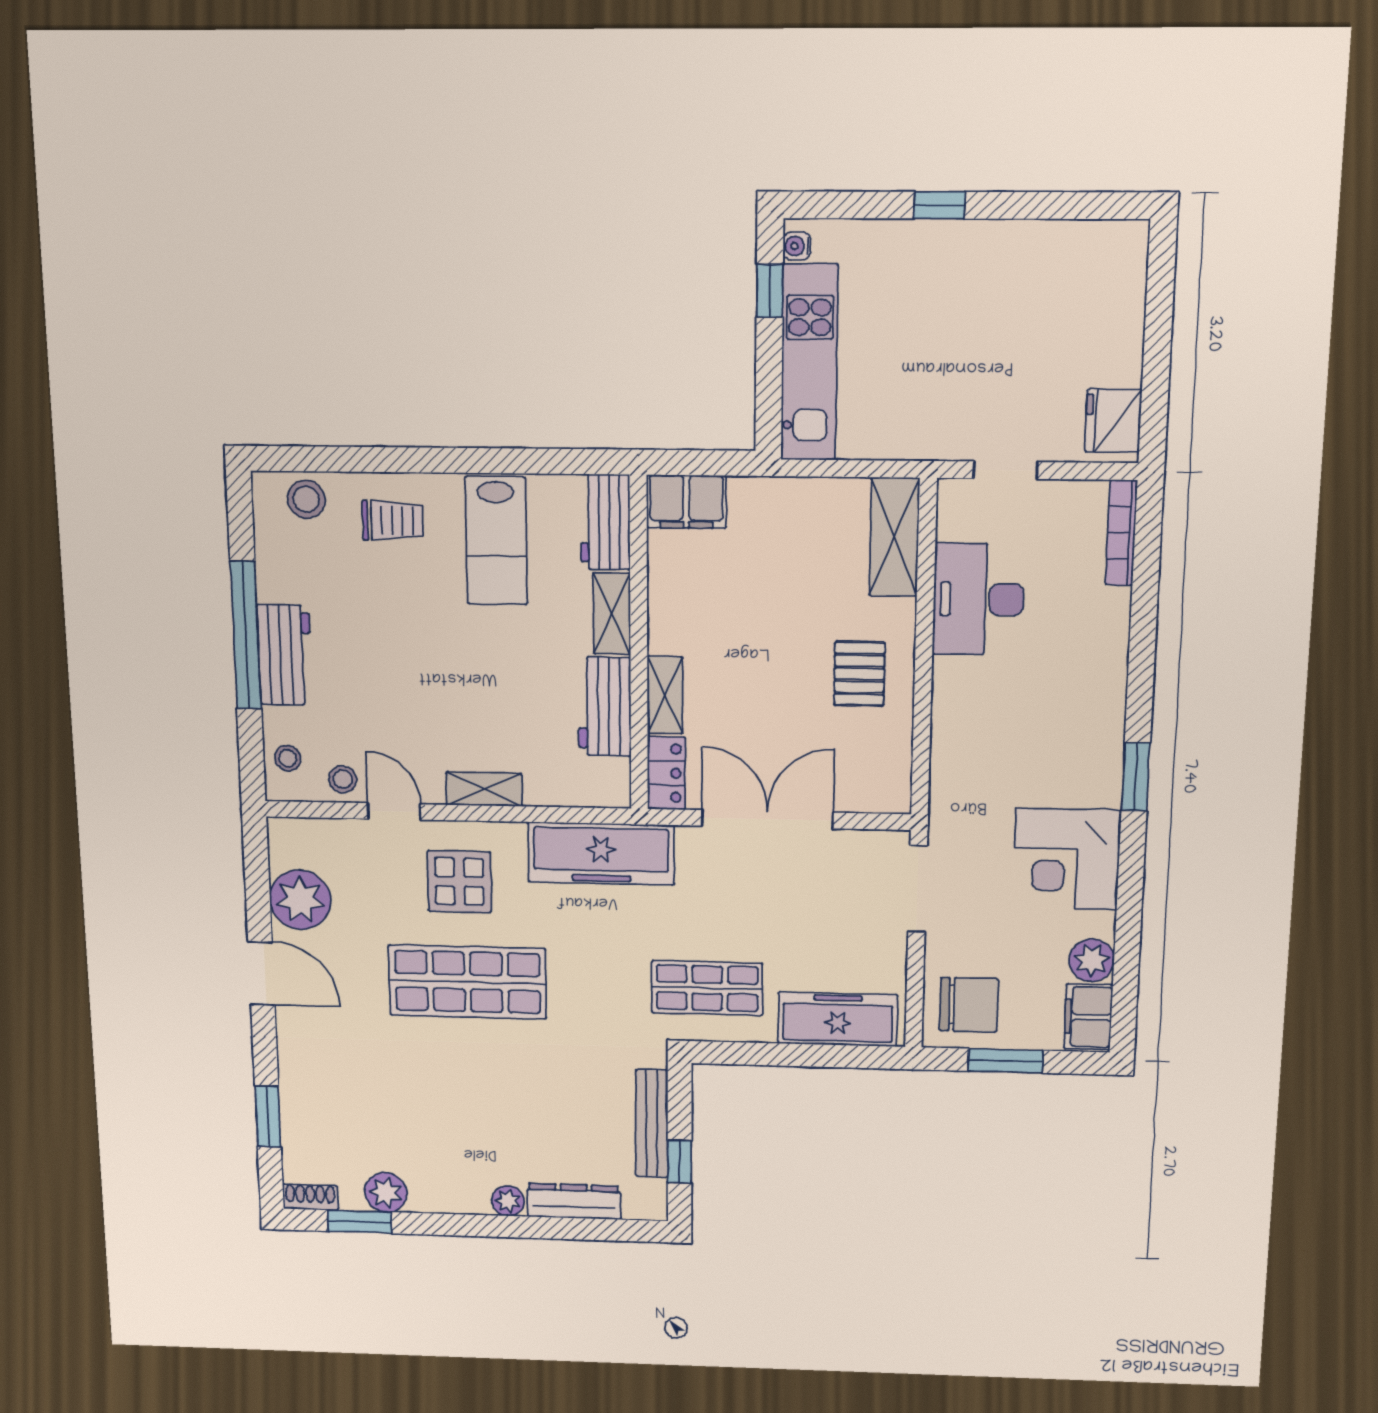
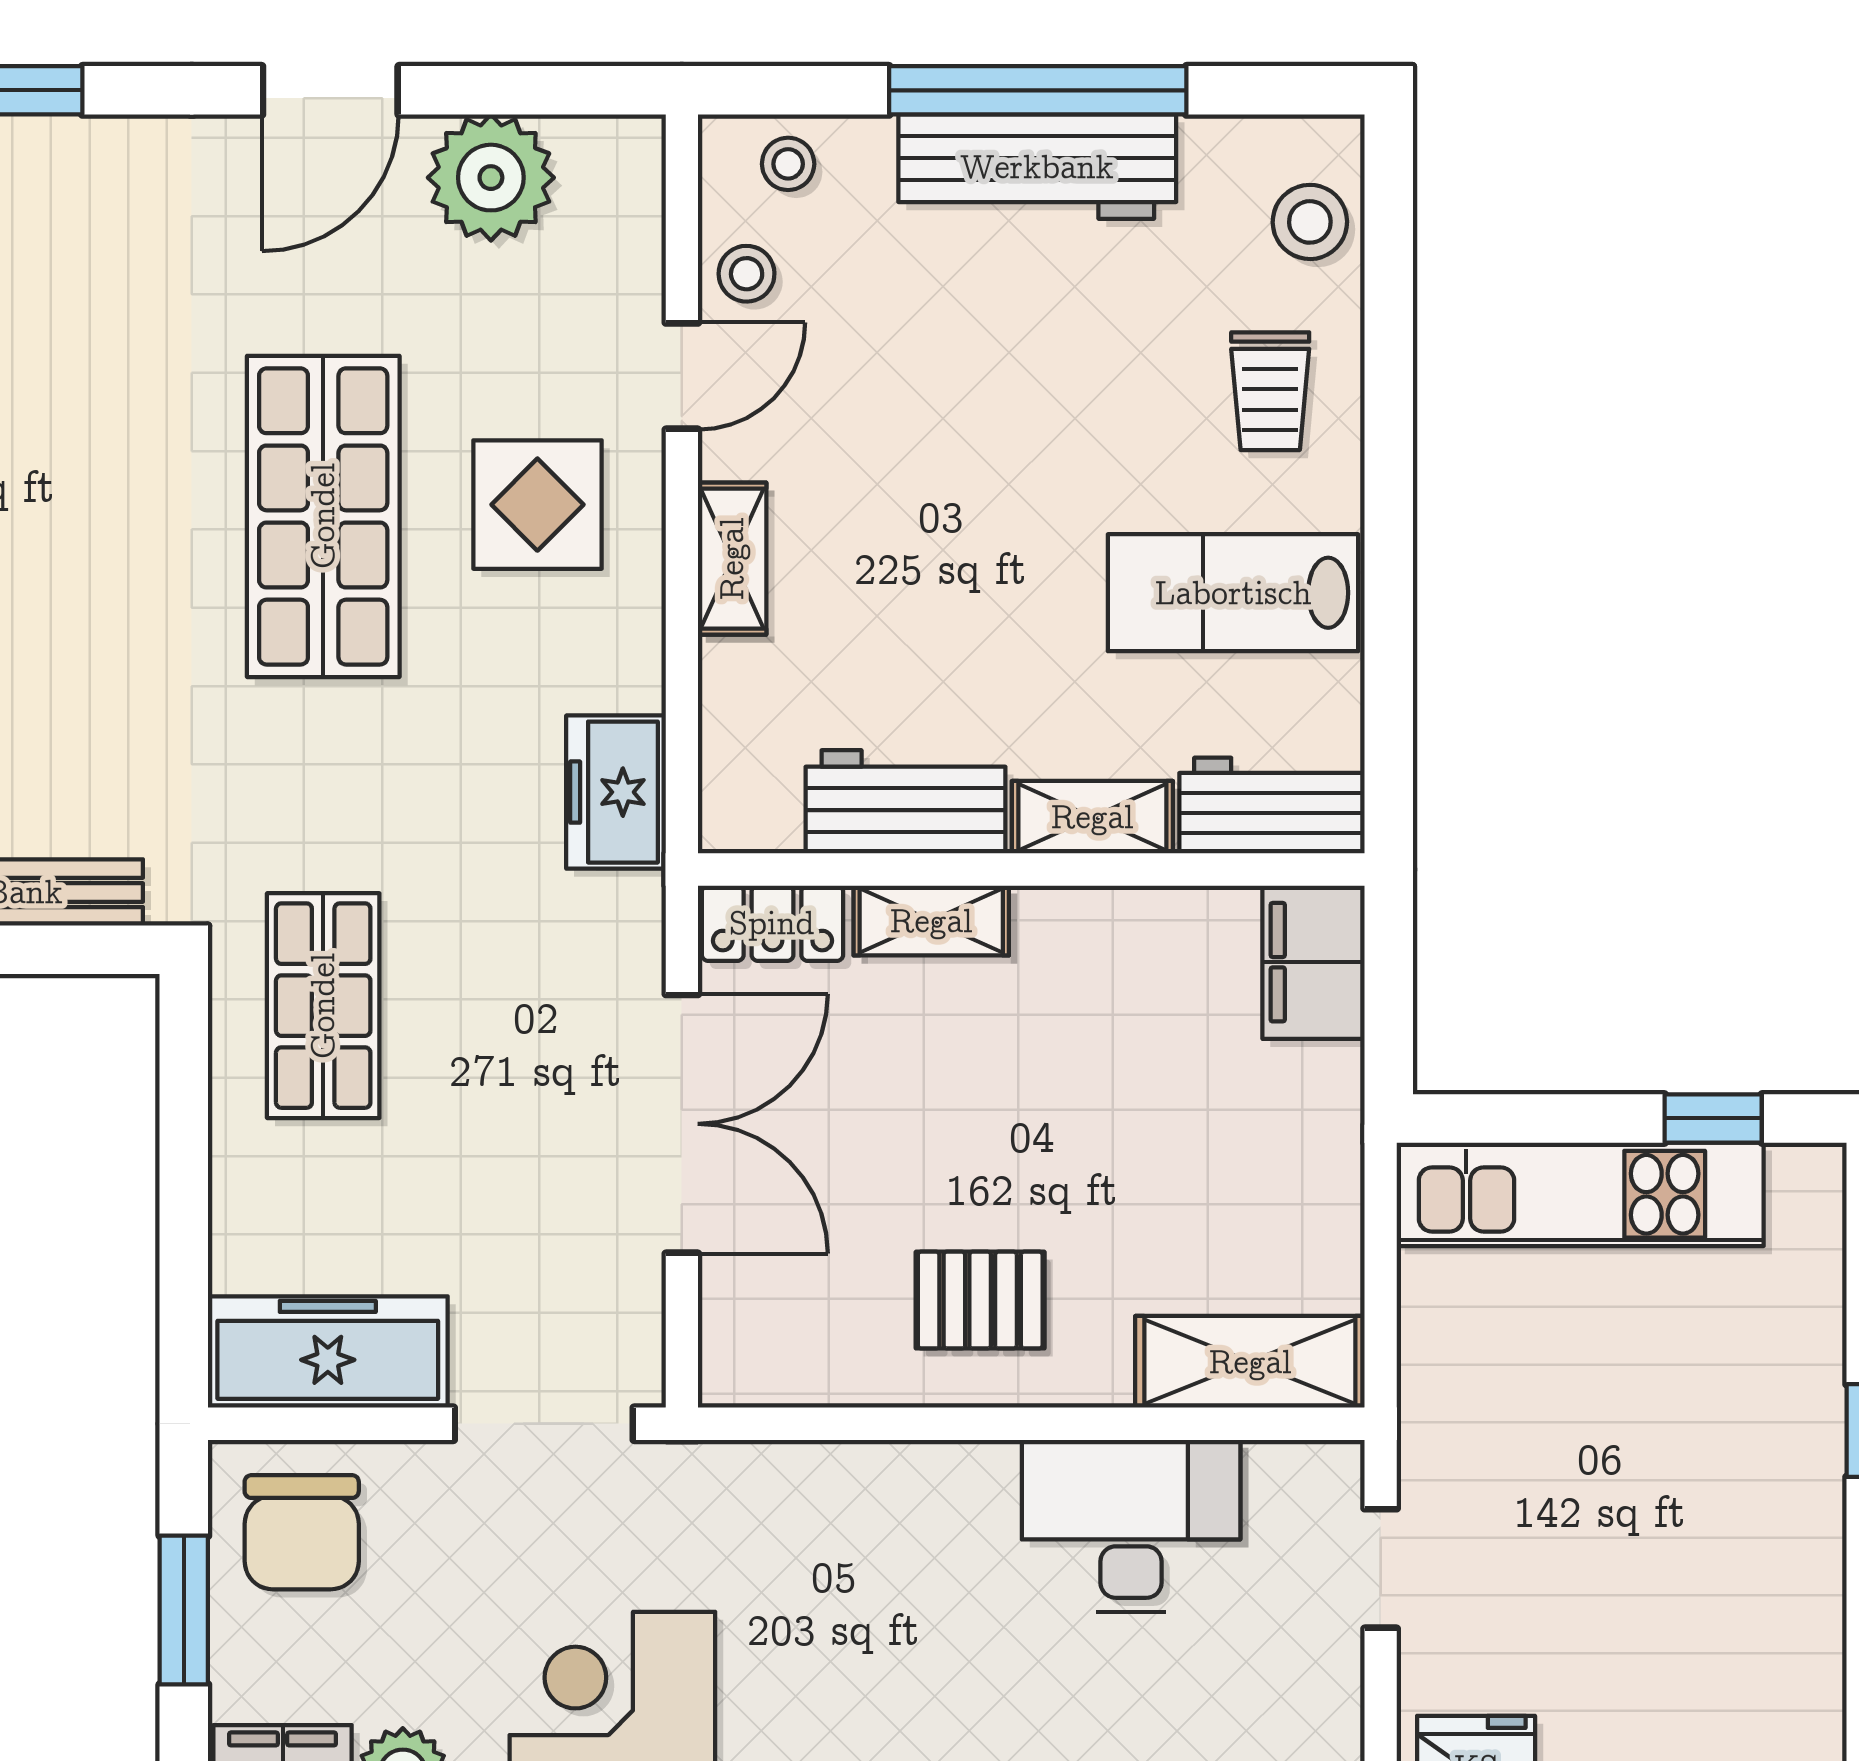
water cooler: (797, 246) -> (1796, 1168), removed
workbench: (285, 655) -> (1037, 167), width x1.38
freezer: (601, 854) -> (616, 792), width x0.52, depth x0.79
freezer: (838, 1019) -> (328, 1352), moved, turned -90

